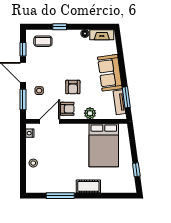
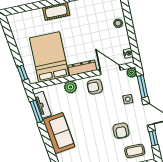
armchair: (73, 87) -> (121, 131), moved, turned 180
plant: (30, 115) -> (132, 73), added
door: (50, 121) -> (110, 70), swing flipped
dresser: (75, 129) -> (82, 68), added
window: (136, 170) -> (23, 73), moved

